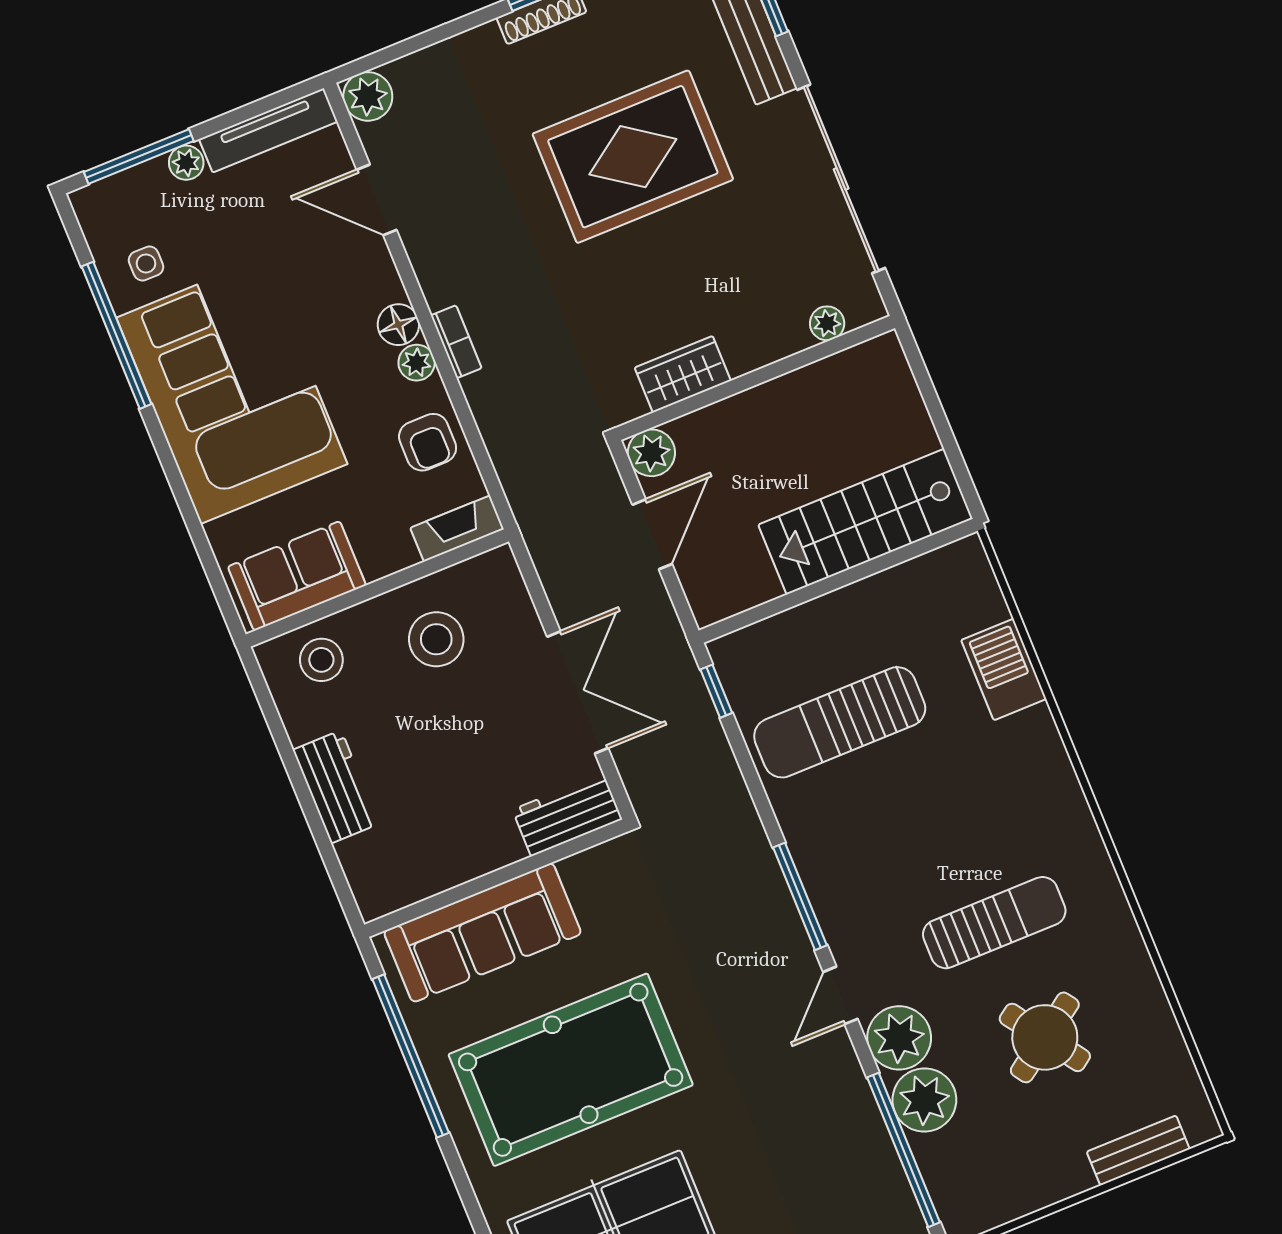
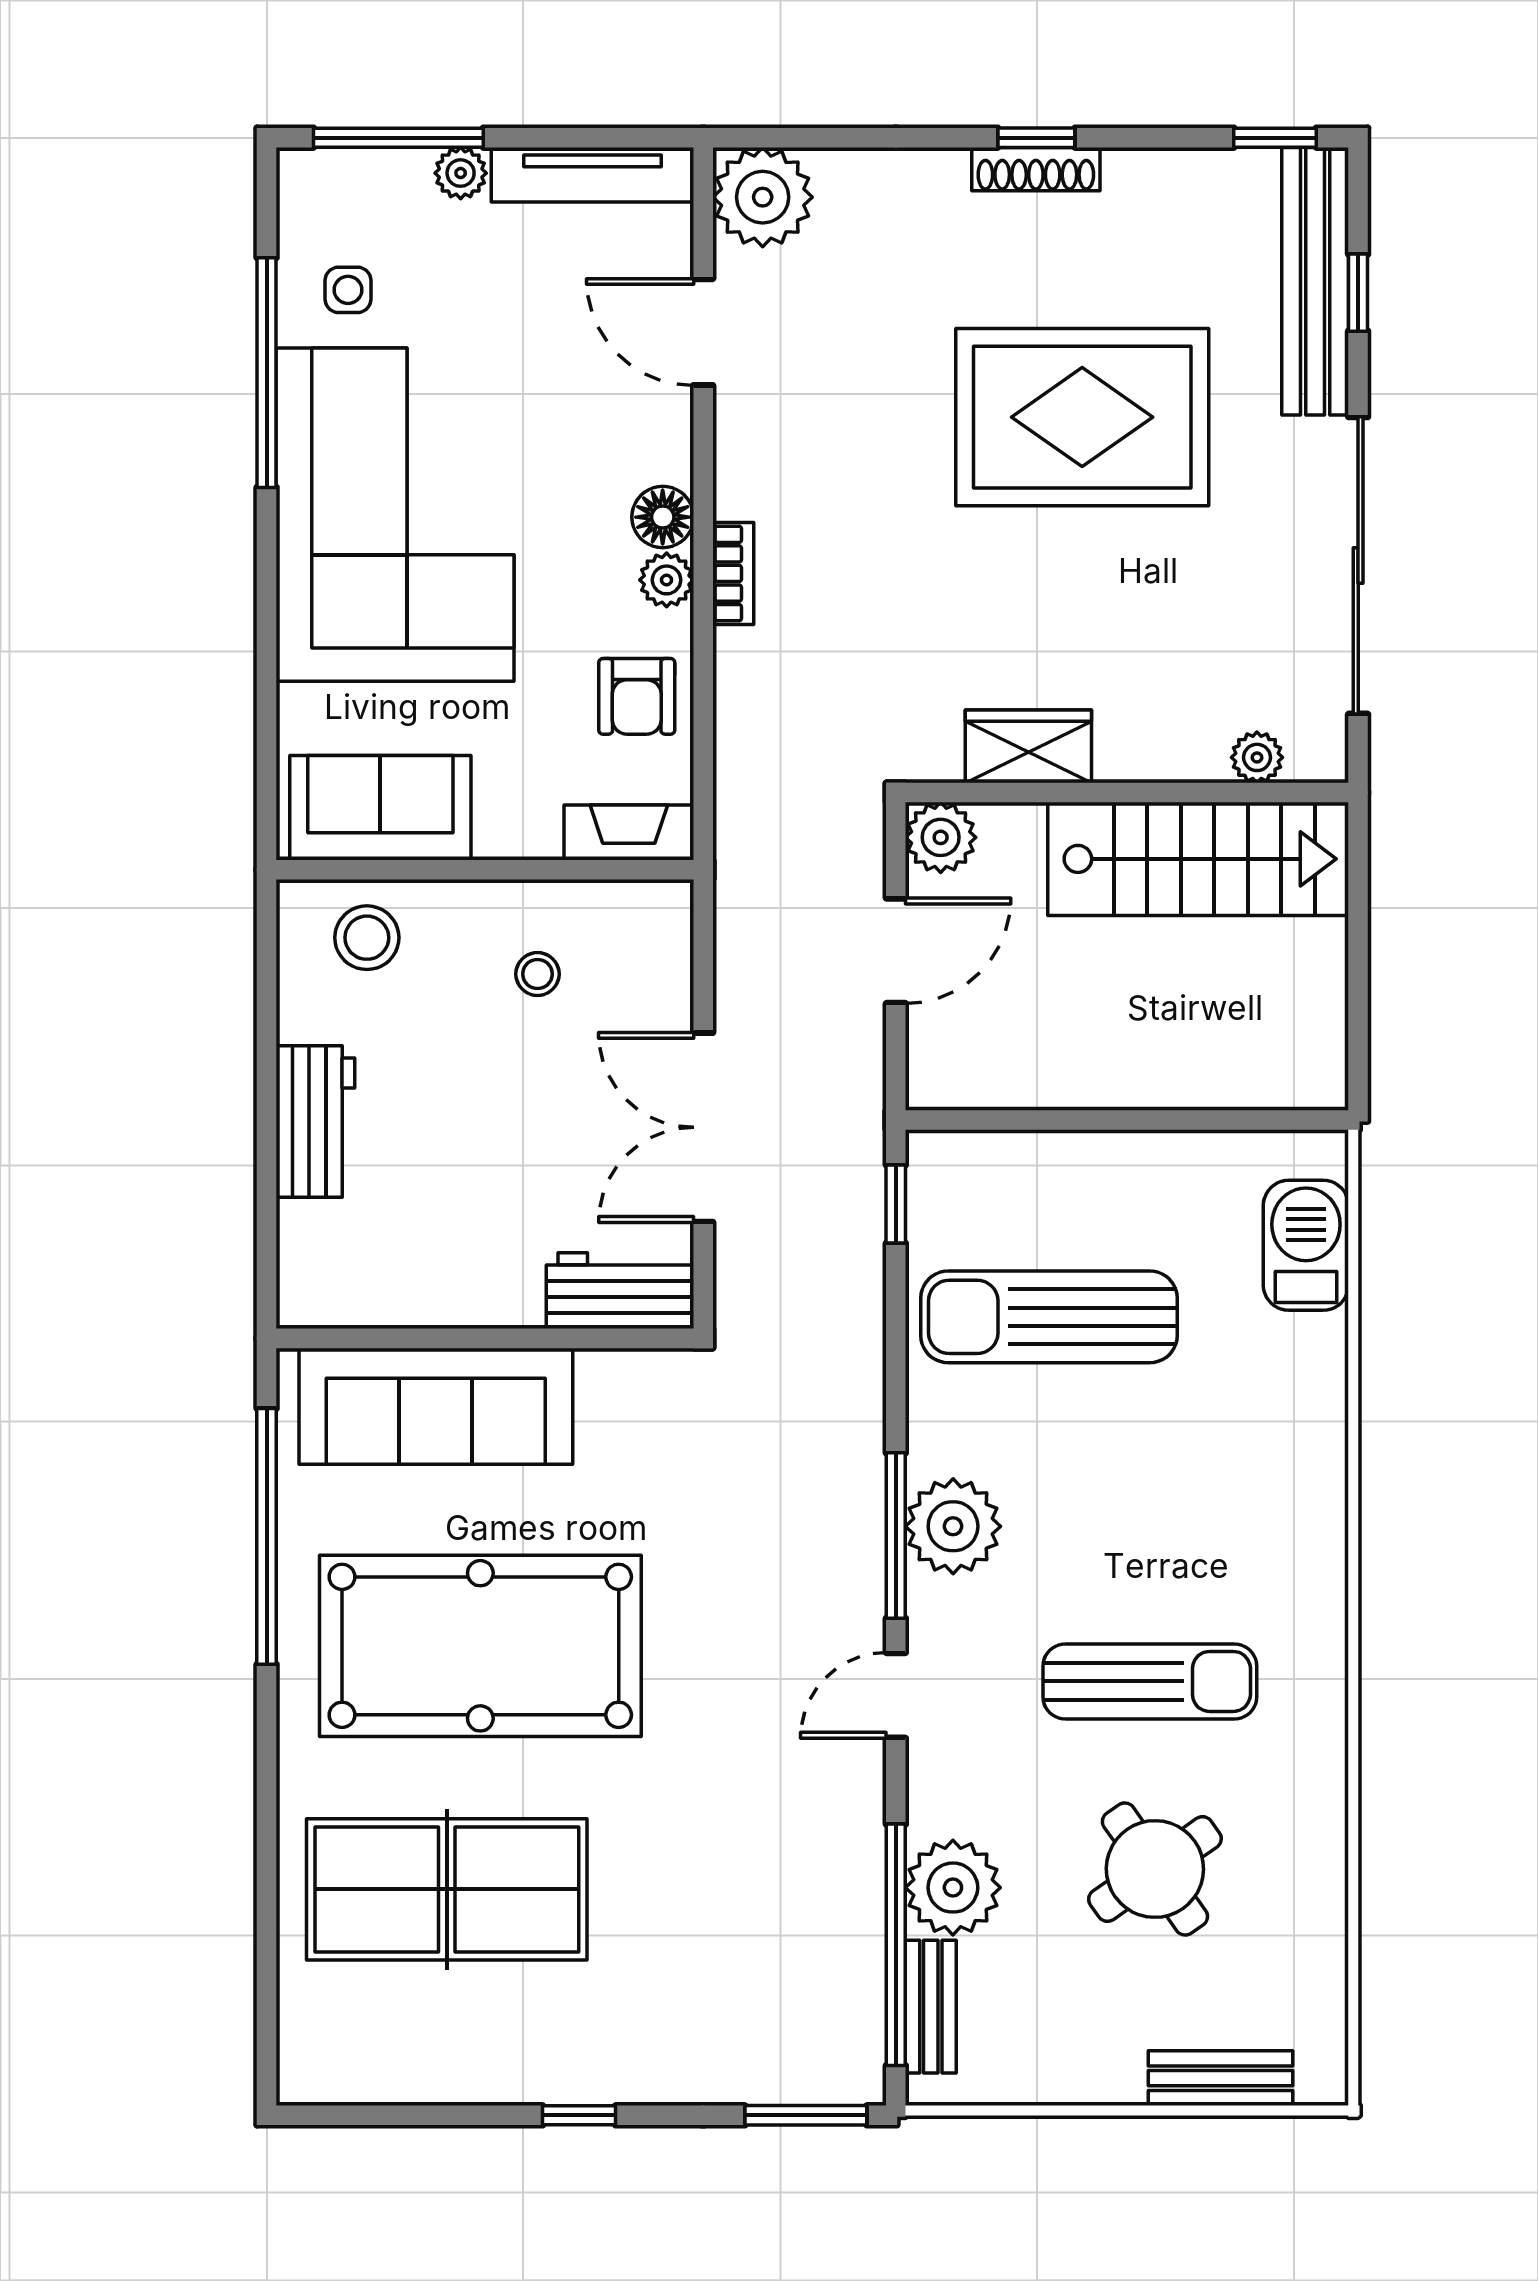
plant: (368, 96) -> (763, 197), width x1.36, depth x1.36
stairs: (866, 522) -> (1198, 859), moved, turned 180
stool: (436, 639) -> (537, 974), width x0.53, depth x0.53
barbecue: (1004, 670) -> (1306, 1245), moved
double door: (578, 692) -> (703, 1127), swing flipped
plant: (899, 1038) -> (953, 1526), moved
bench: (941, 1179) -> (931, 2007), added

